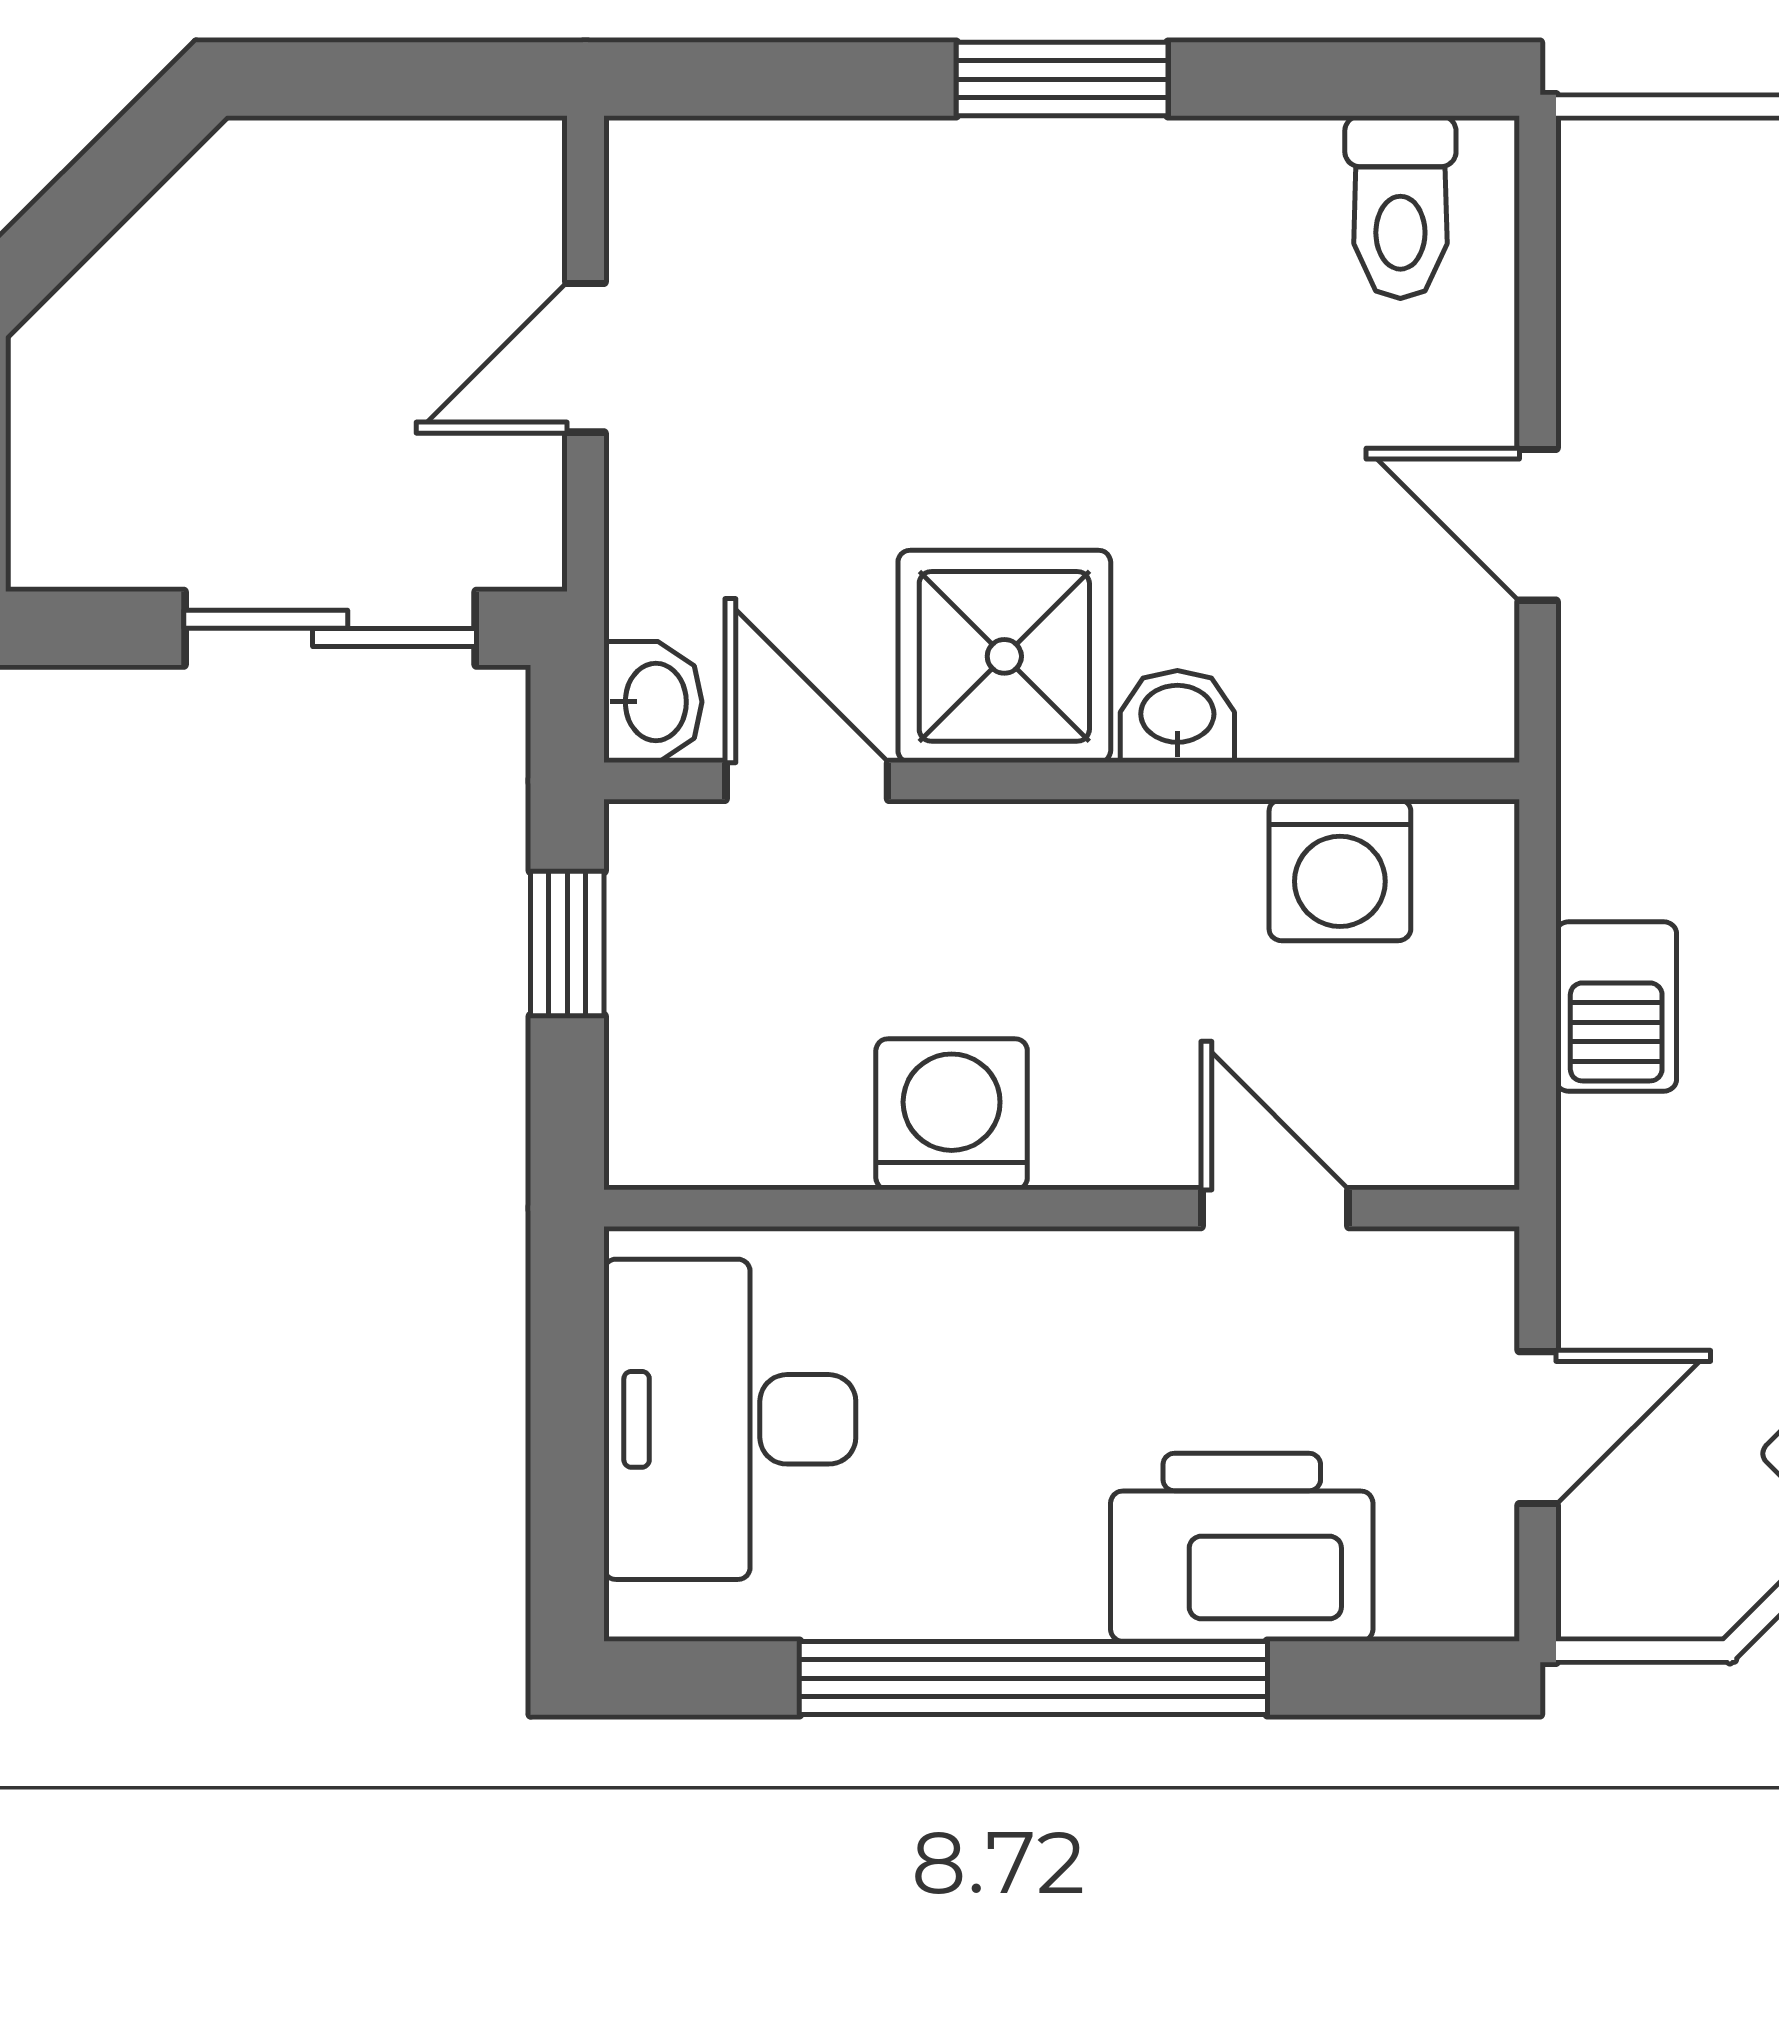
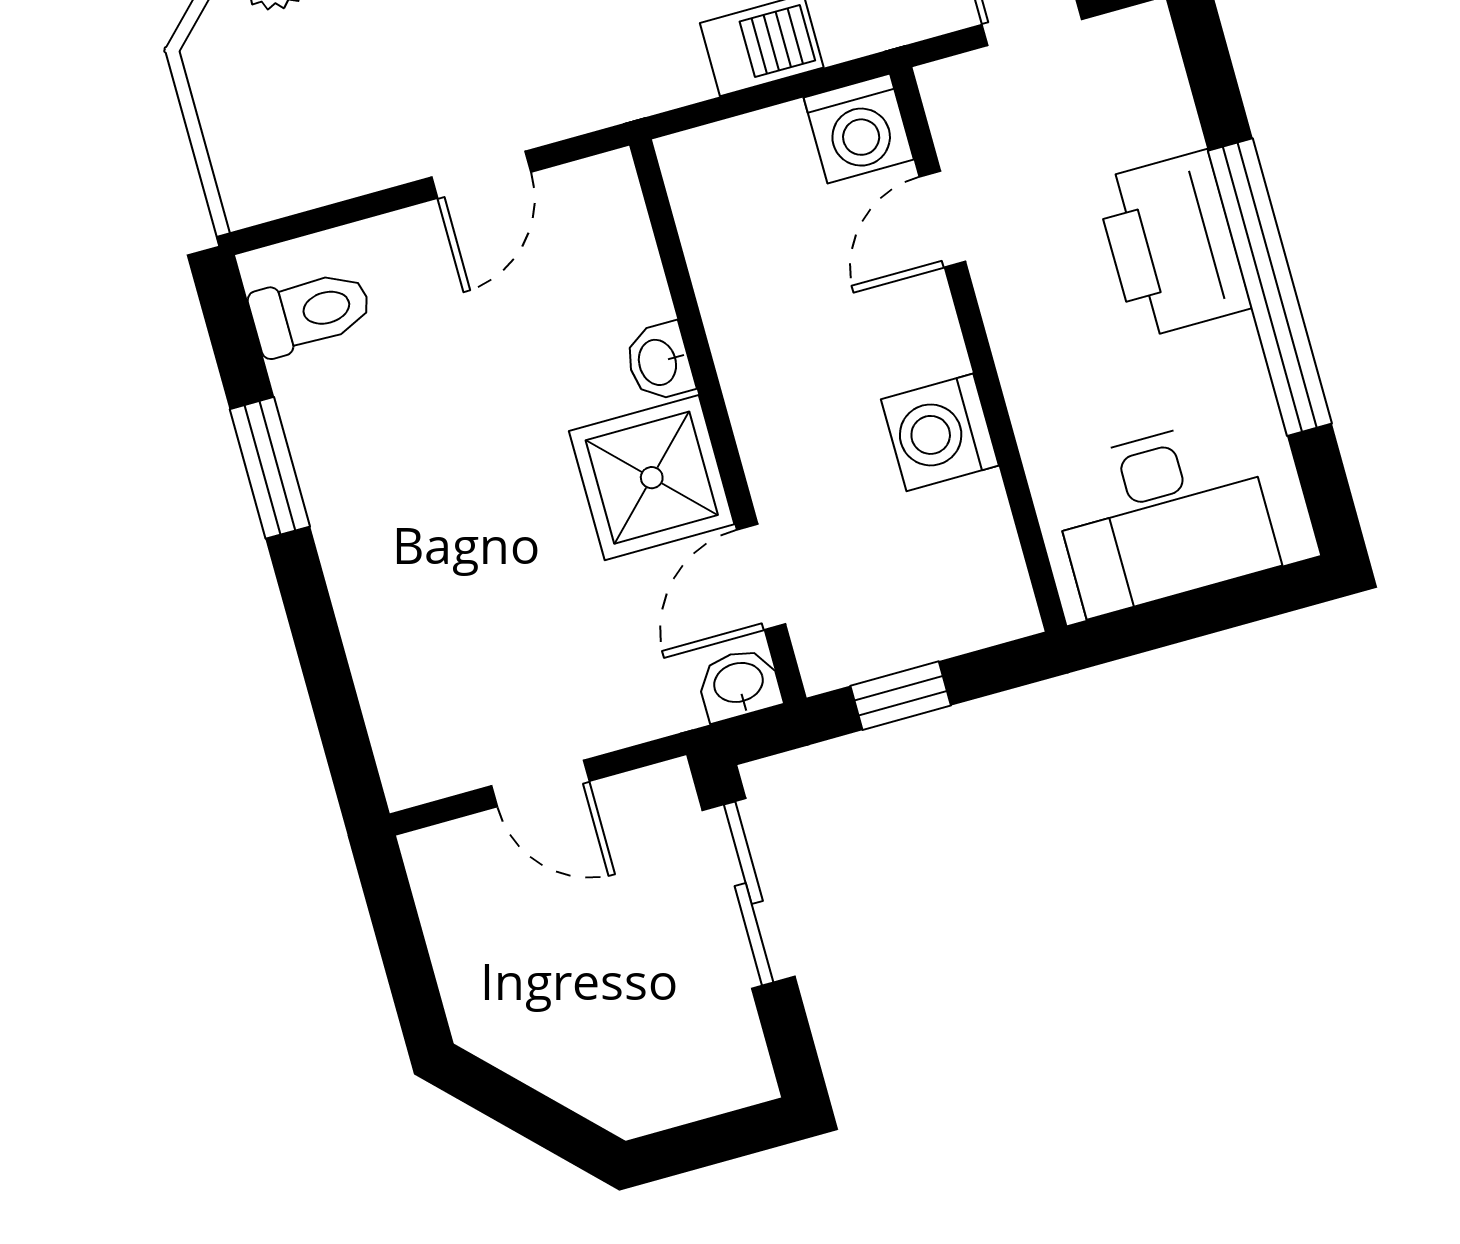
window: (1062, 79) -> (270, 468), moved
washing machine: (1340, 870) -> (859, 128), moved, turned 90
printer: (1242, 1547) -> (1172, 244), moved

